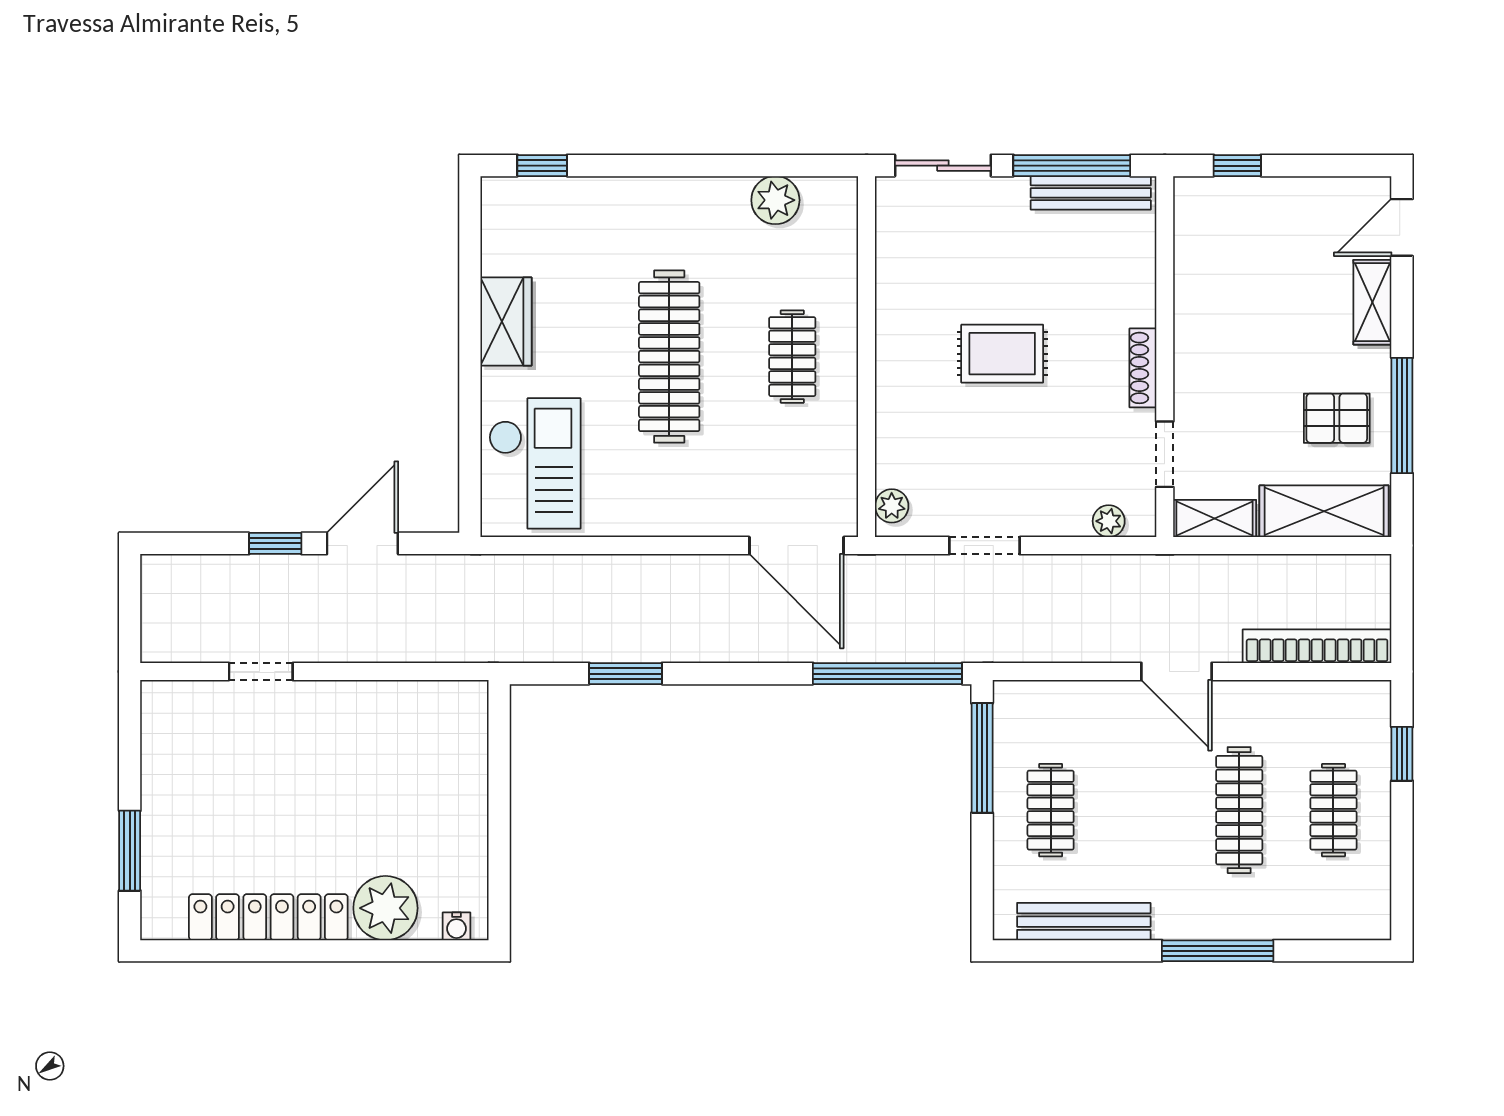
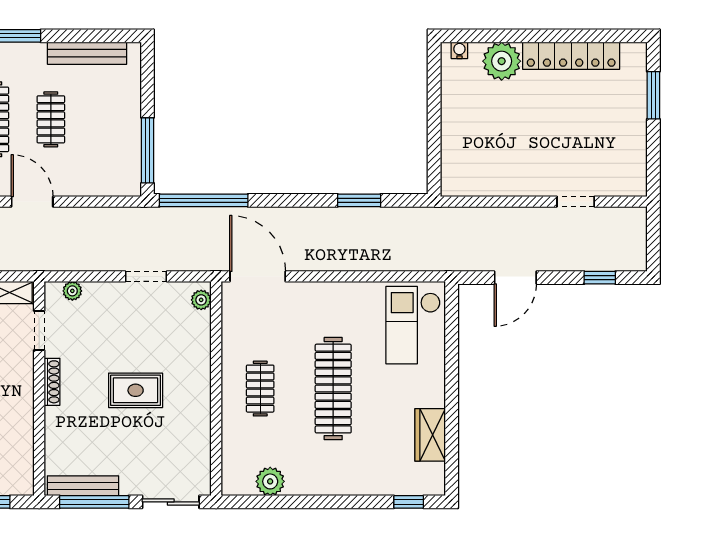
wardrobe: (506, 322) -> (430, 435), moved
window: (275, 543) -> (600, 278), moved
clothes rail: (1051, 810) -> (51, 119), moved

